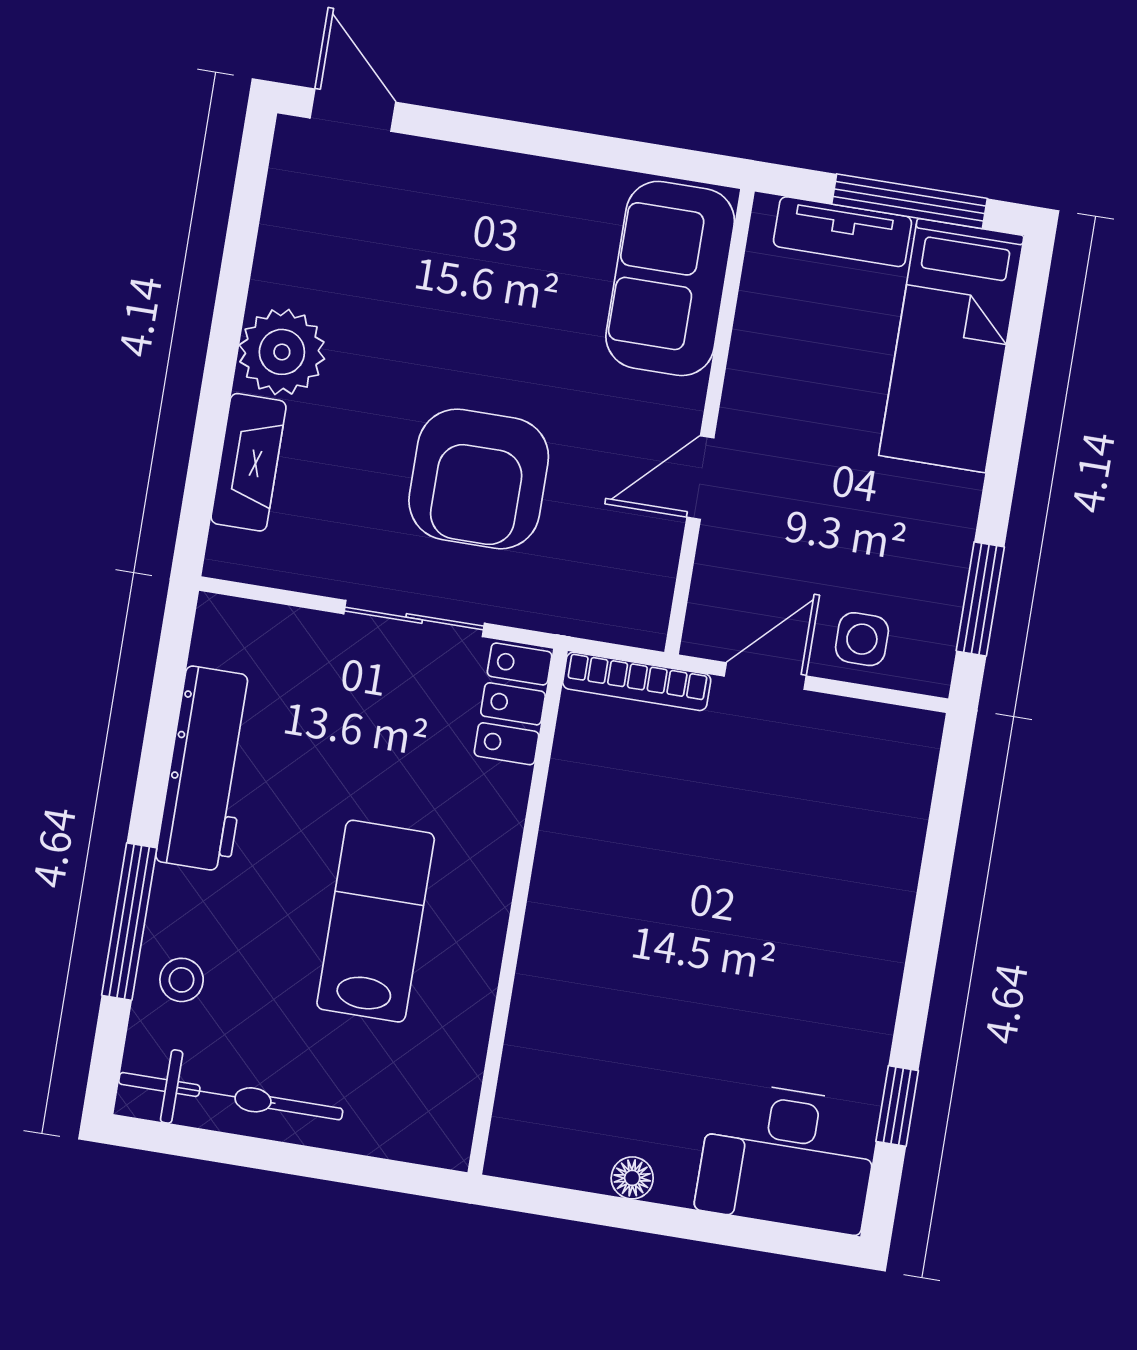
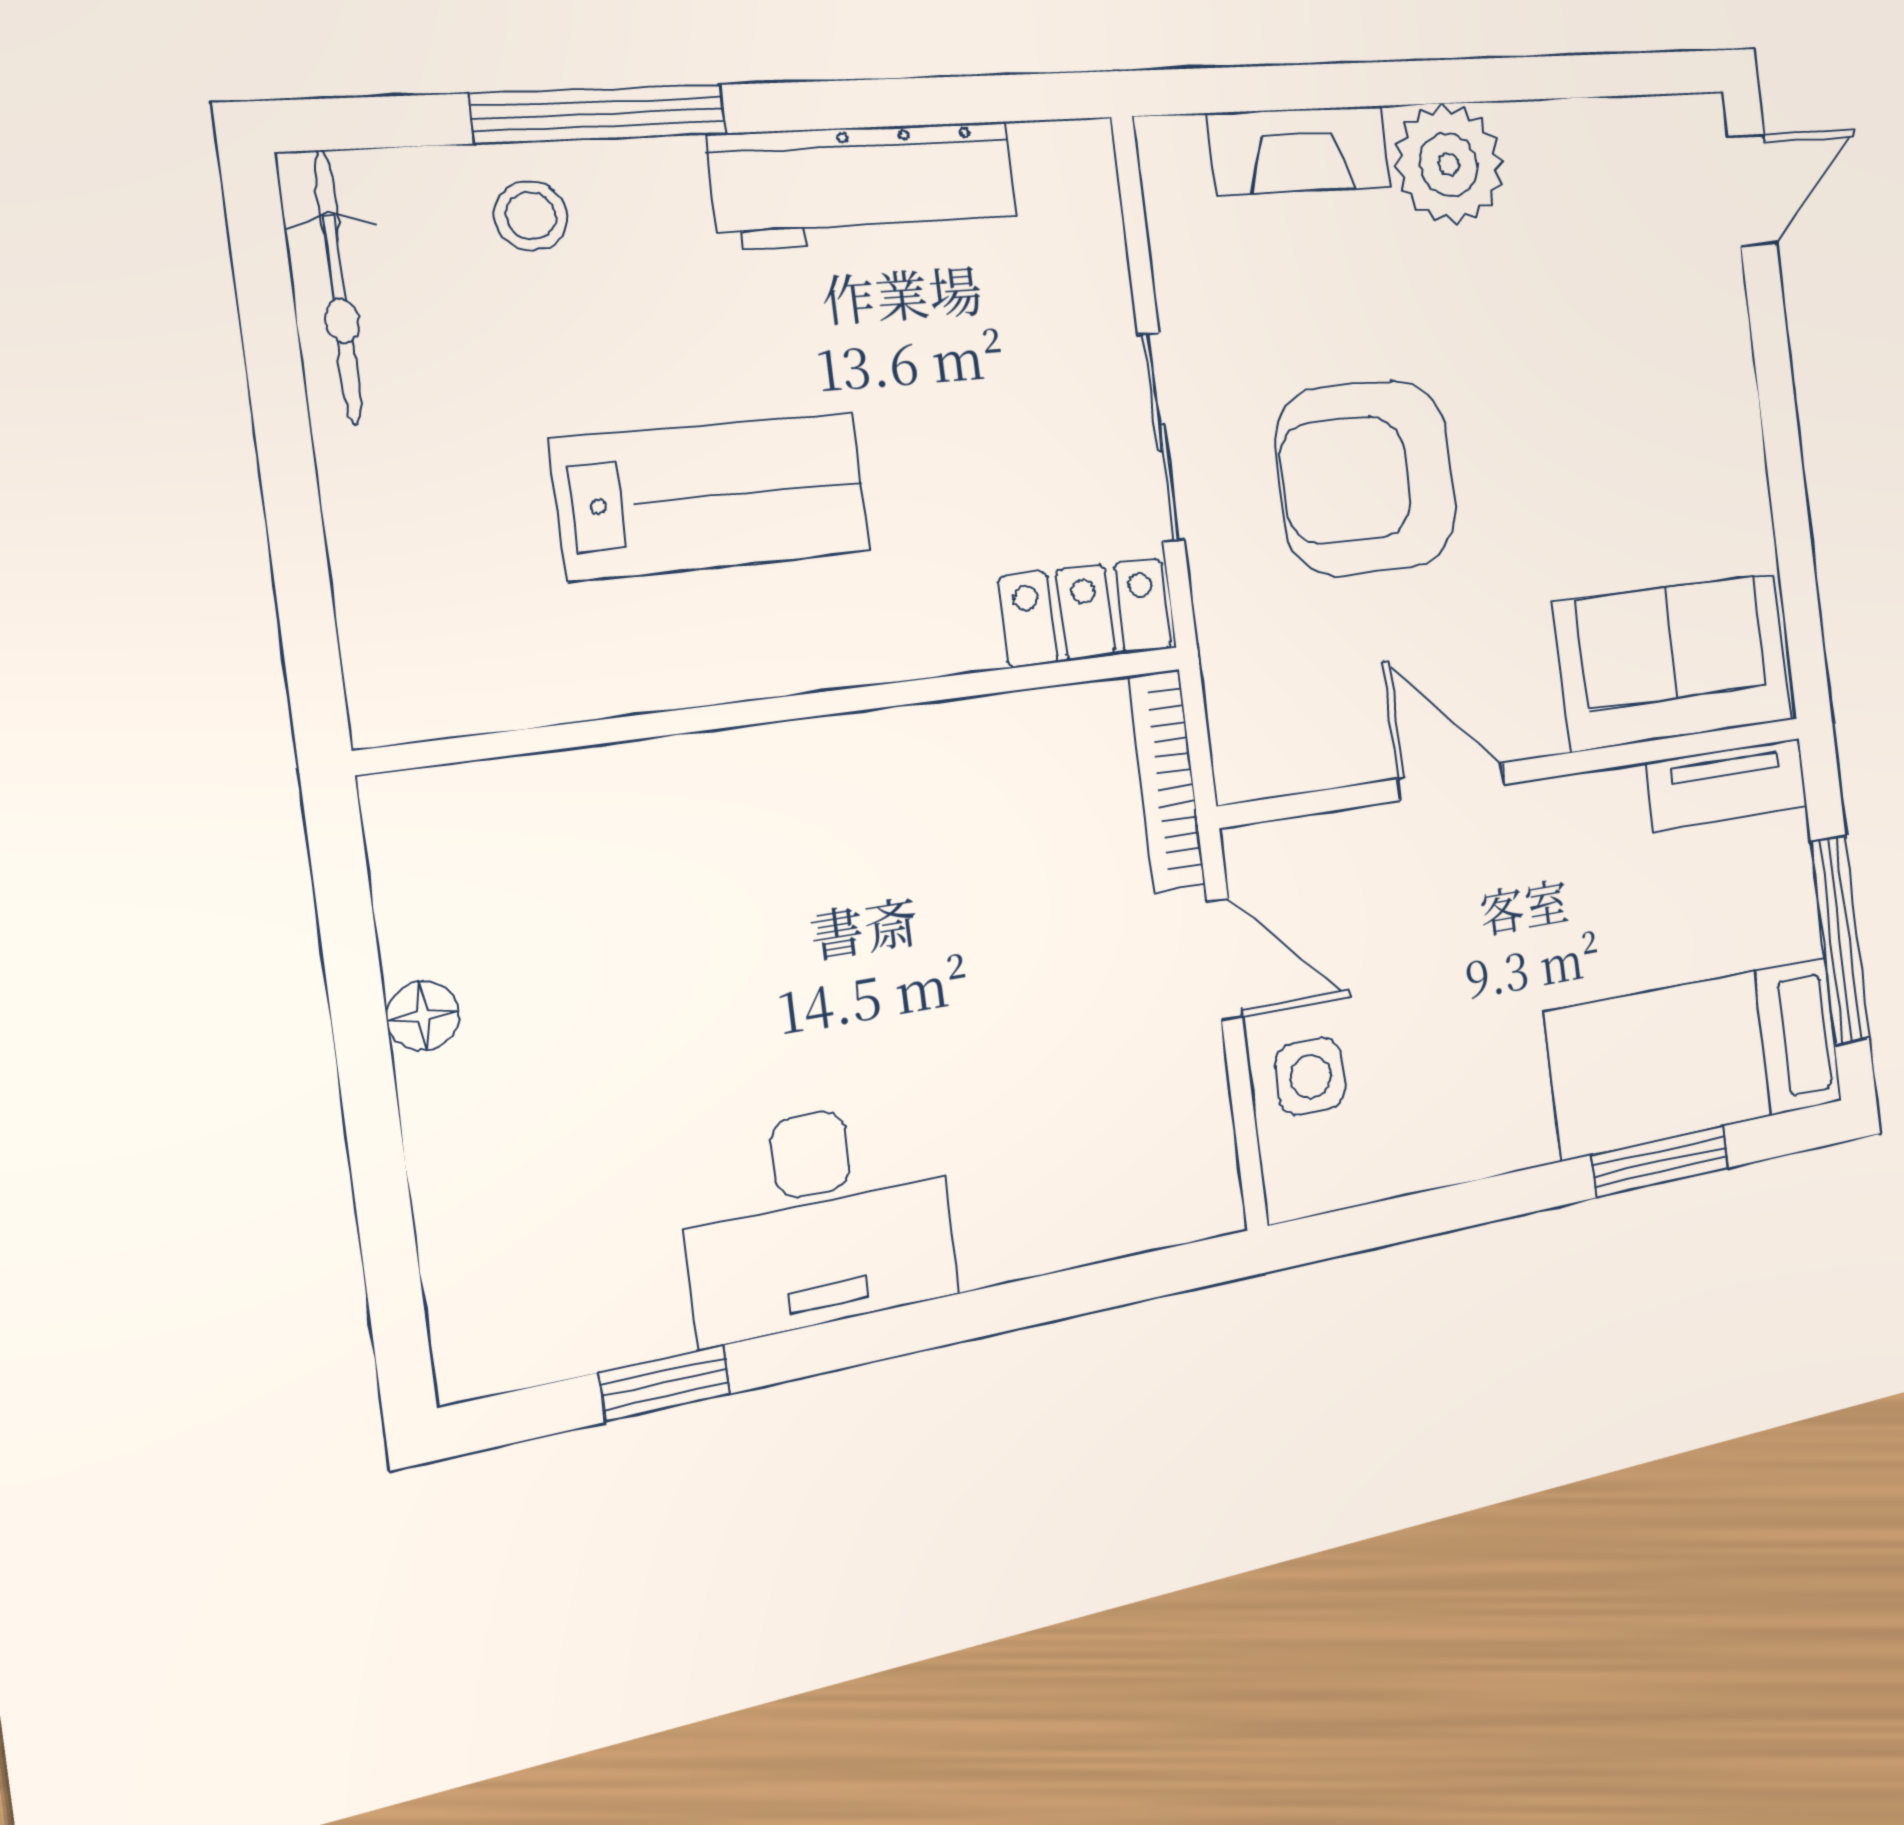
tv unit: (843, 232) -> (1727, 784), moved, turned -90
window: (980, 599) -> (1660, 1161), moved
bicycle: (231, 1096) -> (338, 288), width x0.73, depth x0.71
desk: (787, 1157) -> (818, 1219), moved, turned -90

